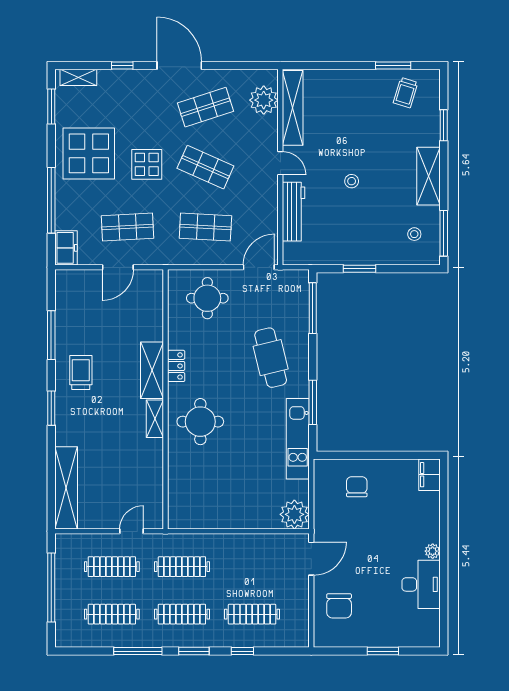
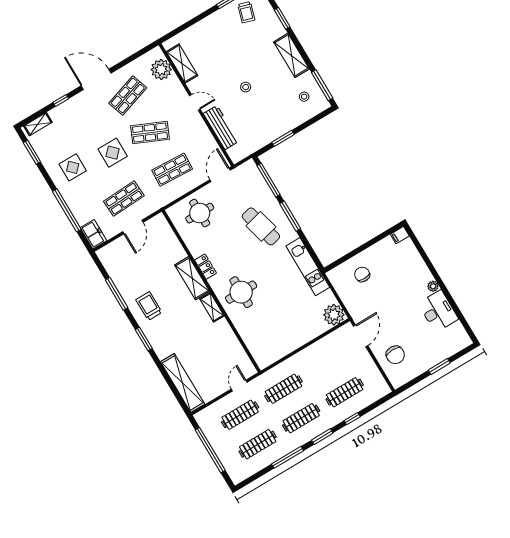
shelving: (293, 108) -> (182, 64), width x0.68
display table: (89, 153) -> (73, 167), width x0.54, depth x0.54
window: (313, 402) -> (290, 216), moved
filing cabinet: (430, 475) -> (400, 235), width x0.50

